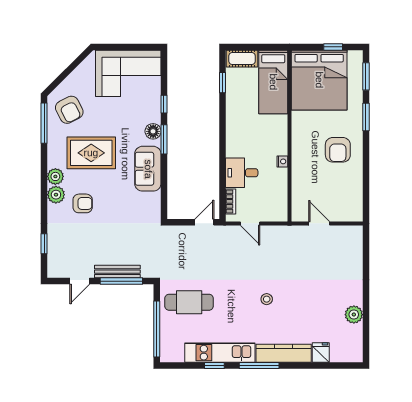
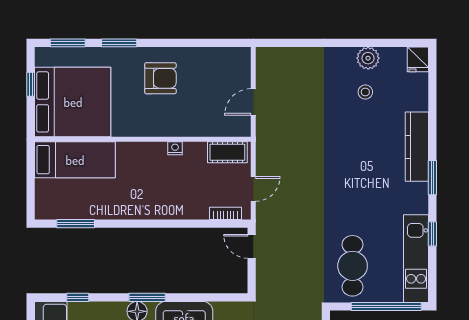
cot: (242, 59) -> (227, 152), moved, turned 90
window: (223, 83) -> (76, 224), width x1.50
window: (164, 104) -> (78, 297), moved
desk: (242, 173) -> (189, 199), removed
stool: (267, 299) -> (365, 92), moved
kitchen unit: (220, 353) -> (416, 259), moved
fridge: (321, 353) -> (418, 59), moved, turned -90
window: (259, 366) -> (432, 178), width x0.69

